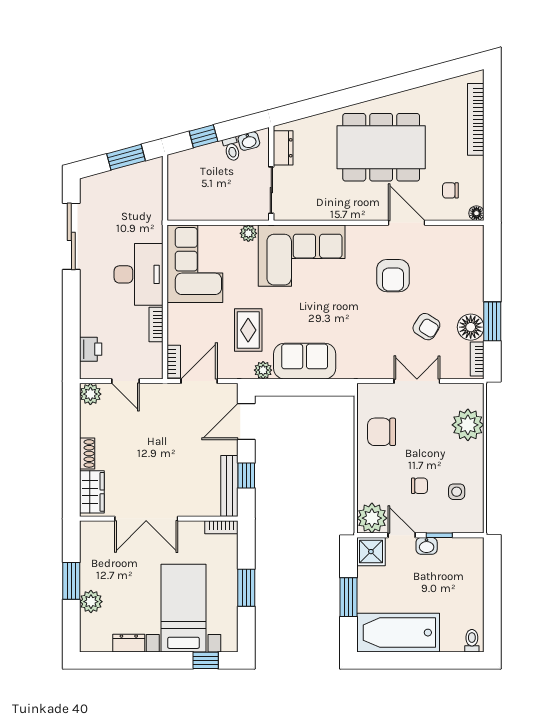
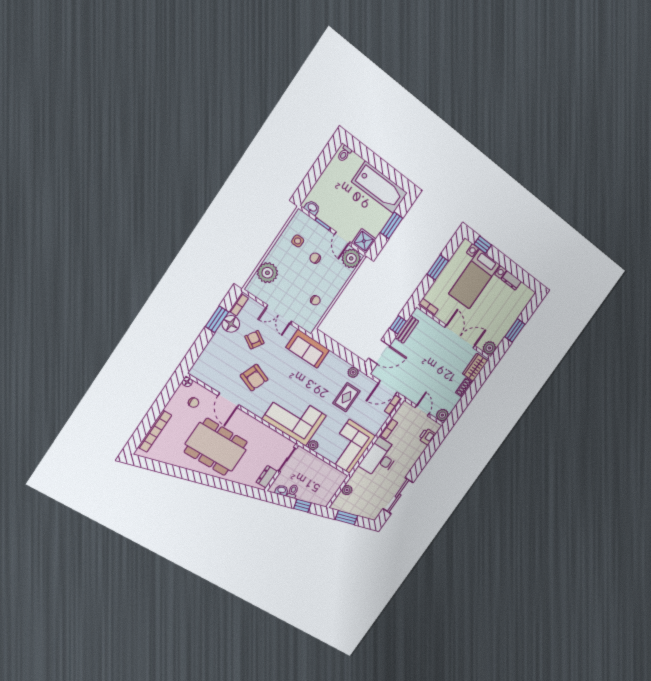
plant: (154, 199) -> (347, 490), added
armchair: (393, 276) -> (254, 378), turned 111
sofa: (305, 361) -> (308, 349), moved
chair: (382, 432) -> (315, 300), width x0.54, depth x0.54
bench: (229, 486) -> (407, 329), width x0.73
washbasin: (427, 546) -> (312, 208), moved
plant: (91, 602) -> (489, 348), moved

